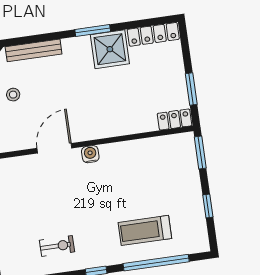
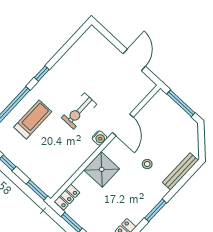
shower: (110, 49) -> (102, 169), moved
stool: (13, 95) -> (147, 164), moved
exercise bike: (57, 246) -> (79, 111), moved, width x1.38, depth x1.39

